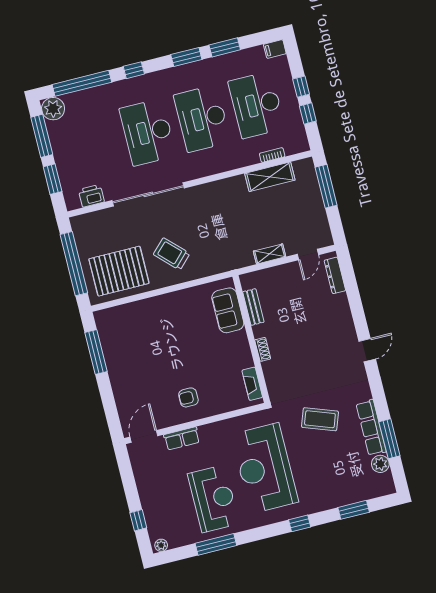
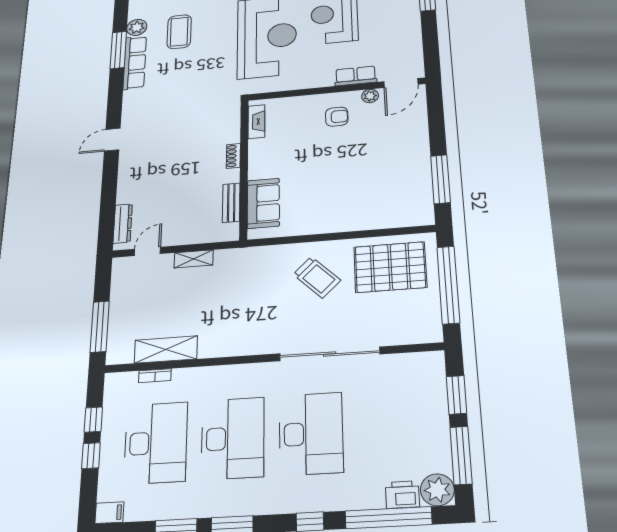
printer: (91, 196) -> (402, 495), moved, turned 180
coffee table: (320, 419) -> (179, 32), moved, turned 70
plant: (166, 421) -> (370, 96), added

